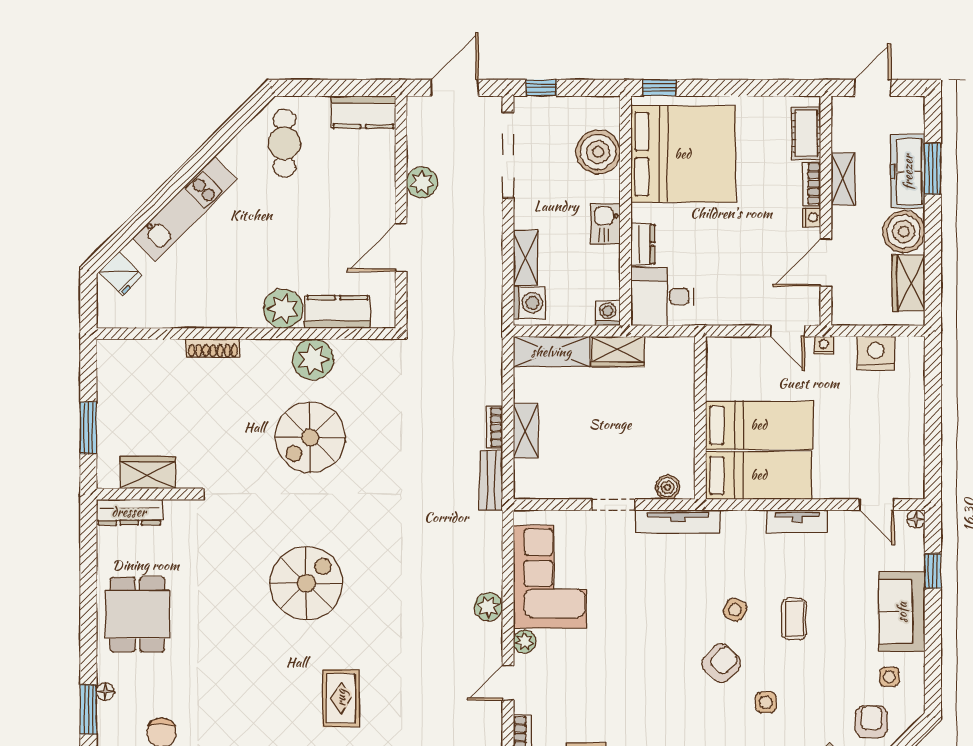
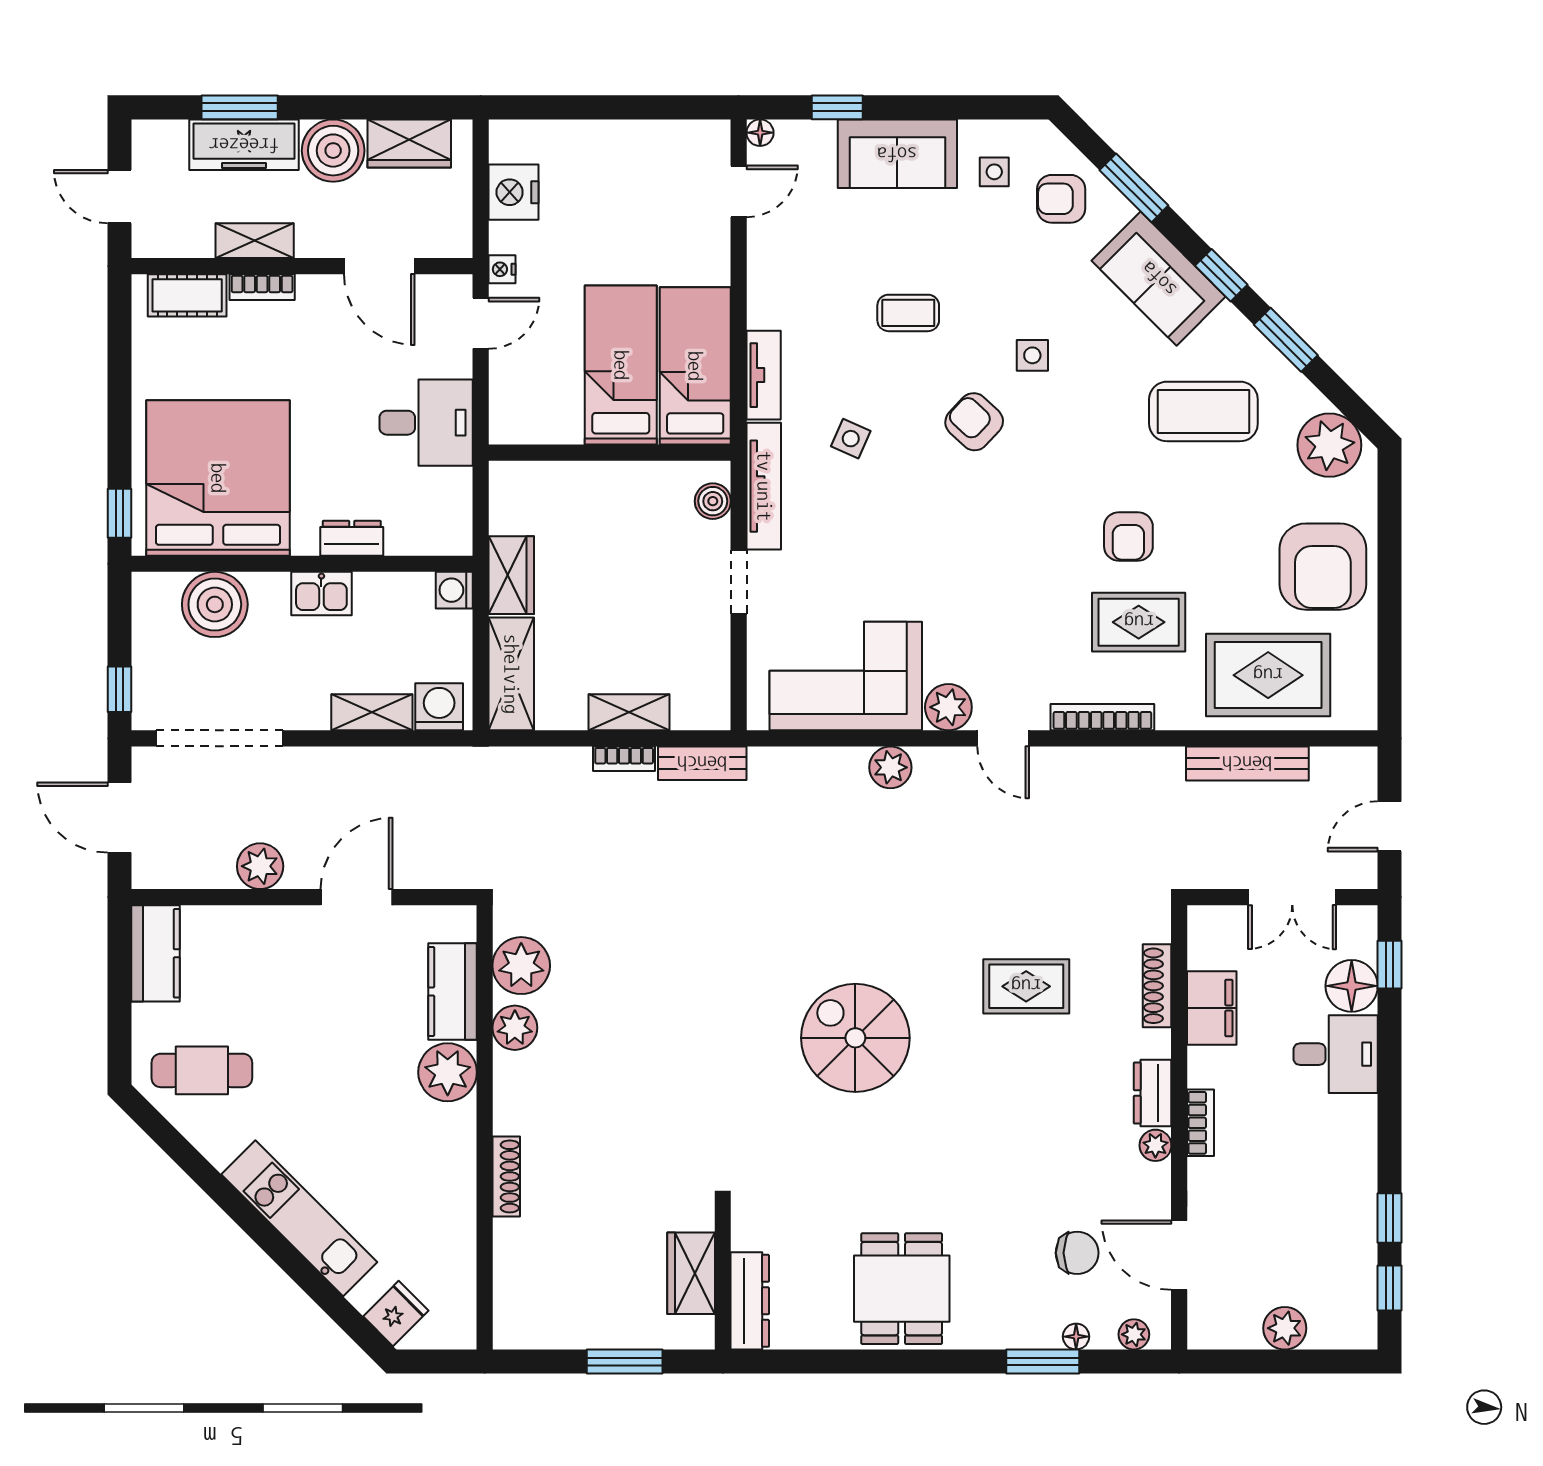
nightstand: (812, 217) -> (312, 287), removed
door: (401, 247) -> (357, 897), swing flipped
desk: (662, 297) -> (426, 423), moved, turned -90
plant: (355, 358) -> (521, 966), added
plant: (313, 359) -> (515, 1028), width x0.73, depth x0.73
spiral stairs: (310, 437) -> (639, 1032), removed
tv unit: (797, 521) -> (764, 375), moved
side table: (735, 610) -> (851, 439), moved
dining table: (137, 614) -> (902, 1289), turned 90
plant: (525, 642) -> (948, 707), width x1.38, depth x1.38
floor lamp: (105, 692) -> (1076, 1337), moved

